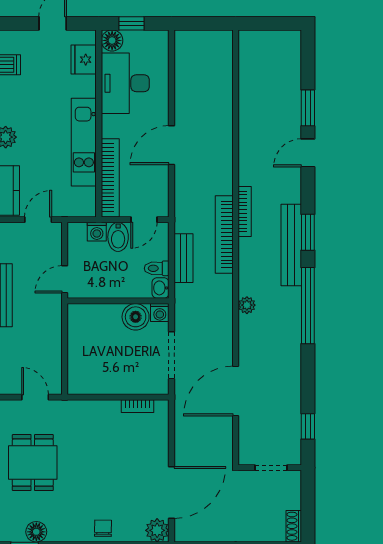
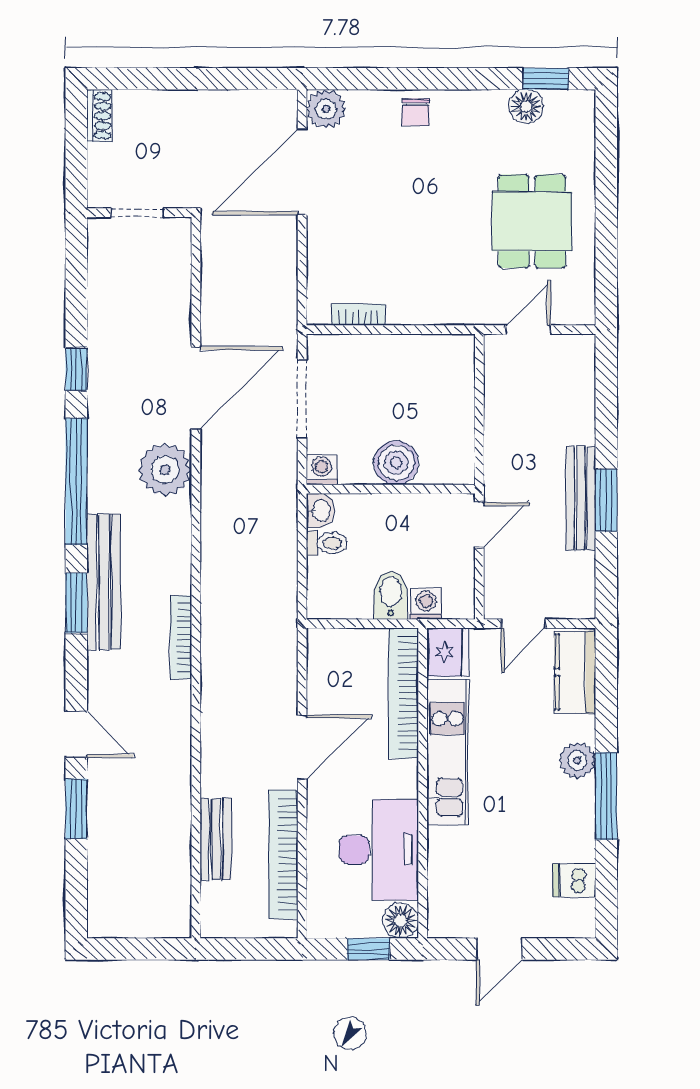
fridge: (84, 60) -> (448, 652), moved
door: (308, 153) -> (76, 734), hinge flipped
door: (144, 220) -> (348, 624), removed
bookcase: (224, 234) -> (283, 854), moved, turned 180
bench: (183, 258) -> (216, 839), moved
plant: (247, 305) -> (165, 470), width x1.88, depth x1.88
boiler: (136, 317) -> (396, 463), moved
door: (236, 391) -> (196, 388), moved
door: (35, 397) -> (528, 330), swing flipped
window: (308, 426) -> (76, 369), moved

